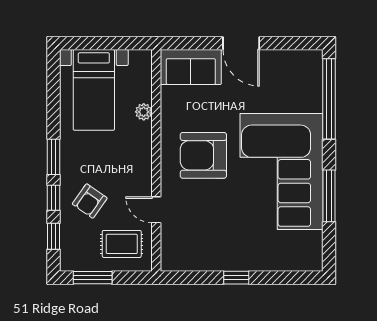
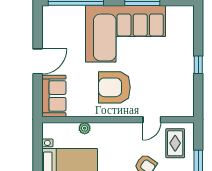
armchair: (203, 155) -> (114, 87), turned 90

